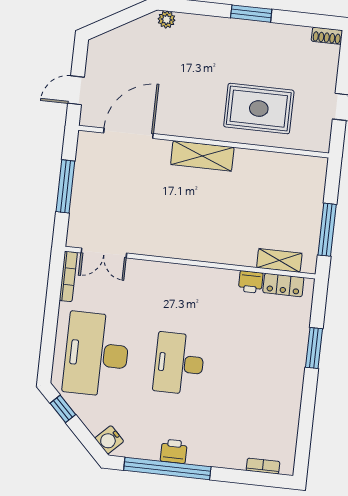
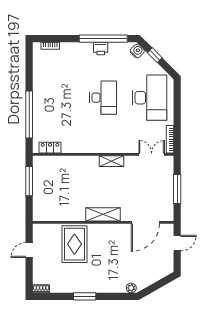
rug: (259, 109) -> (74, 244), turned 90
shelving: (279, 260) -> (111, 161), moved
printer: (251, 282) -> (68, 147), removed
window: (314, 348) -> (29, 115), width x2.11
window: (63, 409) -> (155, 55), moved

